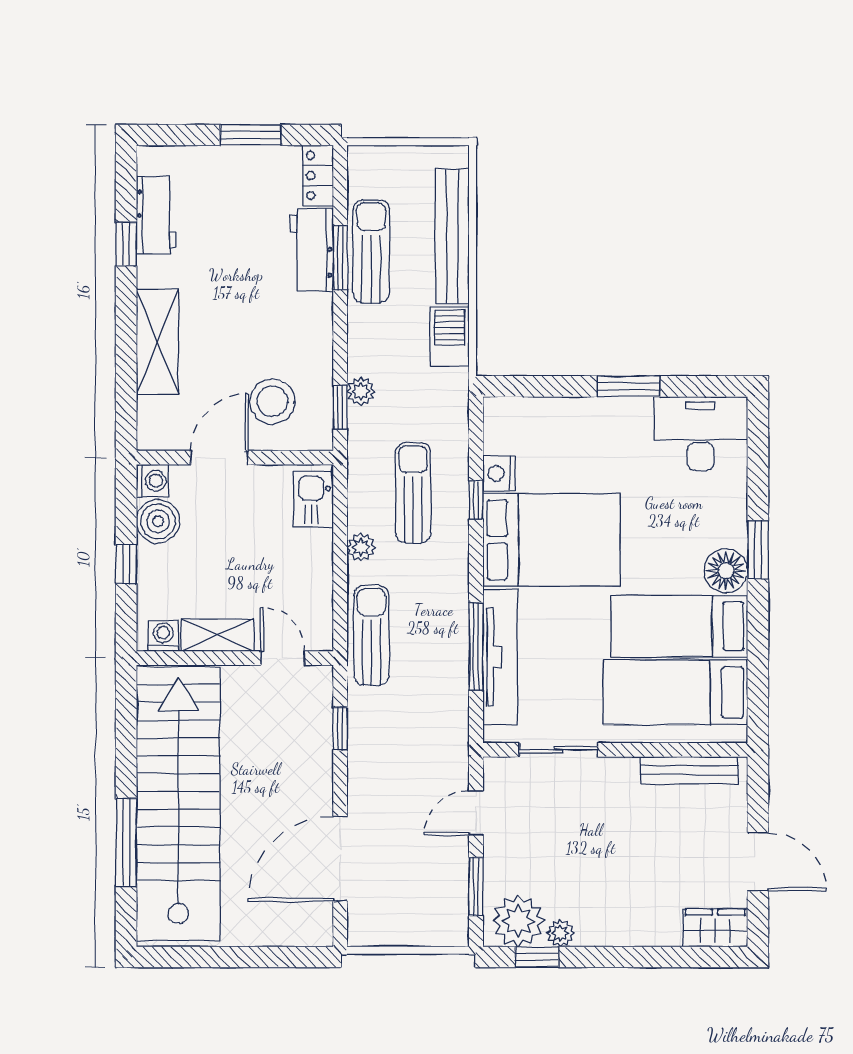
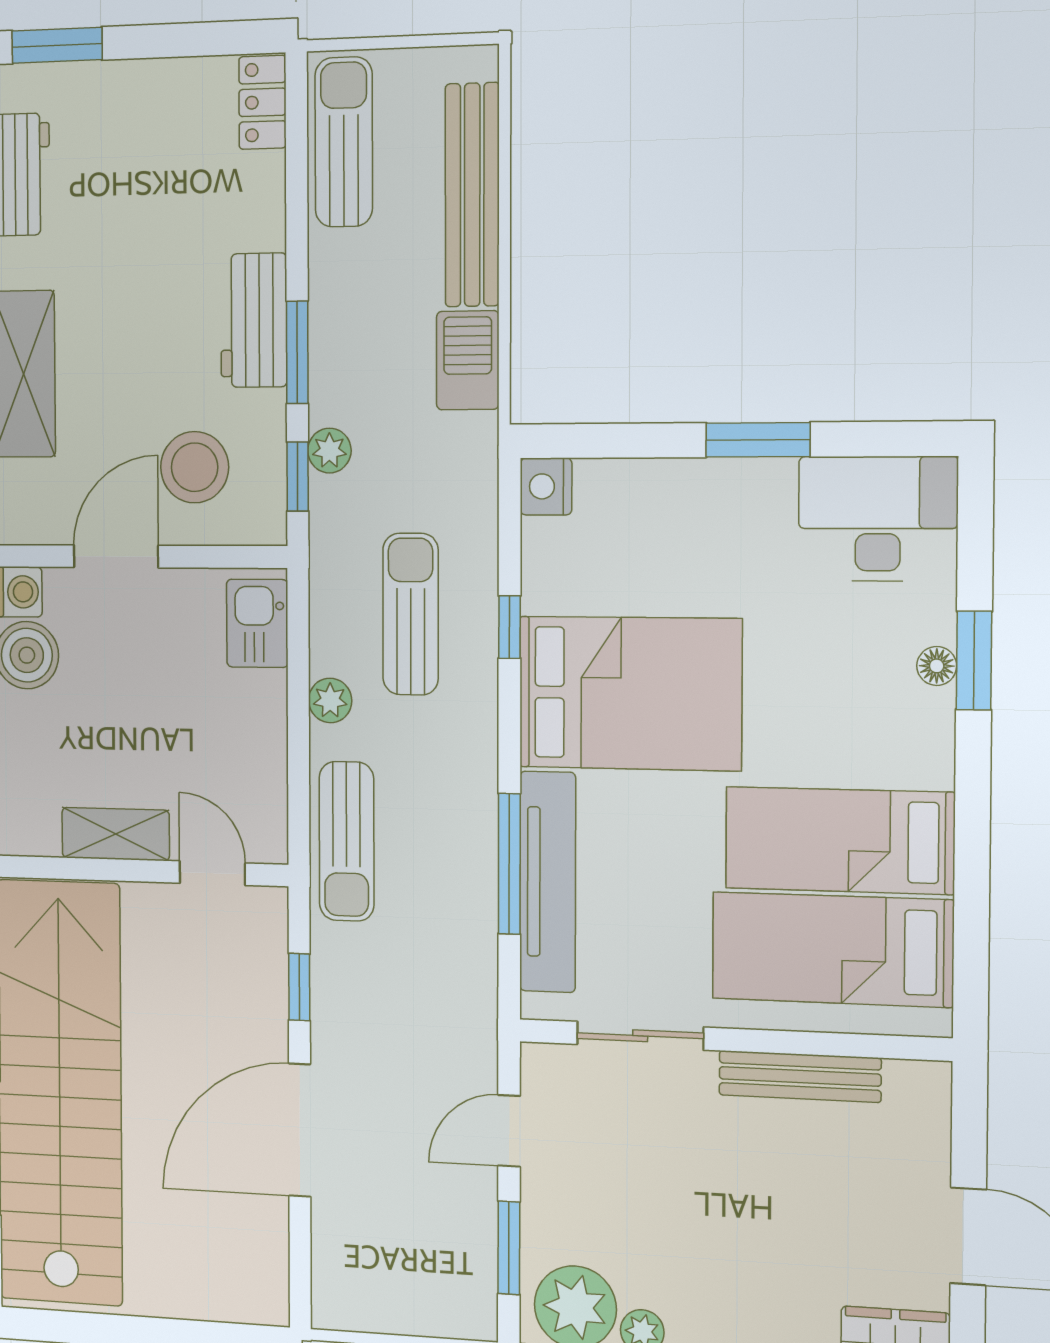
window: (250, 135) -> (57, 45), moved
workbench: (312, 250) -> (254, 320), moved
sun lounger: (371, 251) -> (344, 142), moved
window: (340, 258) -> (297, 352), moved
nightstand: (499, 473) -> (546, 486), moved
window: (758, 550) -> (974, 661), moved
floor lamp: (726, 571) -> (937, 666), moved, width x0.53, depth x0.53
sun lounger: (371, 635) -> (347, 841), turned 180
washing machine: (163, 636) -> (36, 833), removed
bench: (689, 770) -> (800, 1076), moved
door: (340, 859) -> (300, 1130), moved

